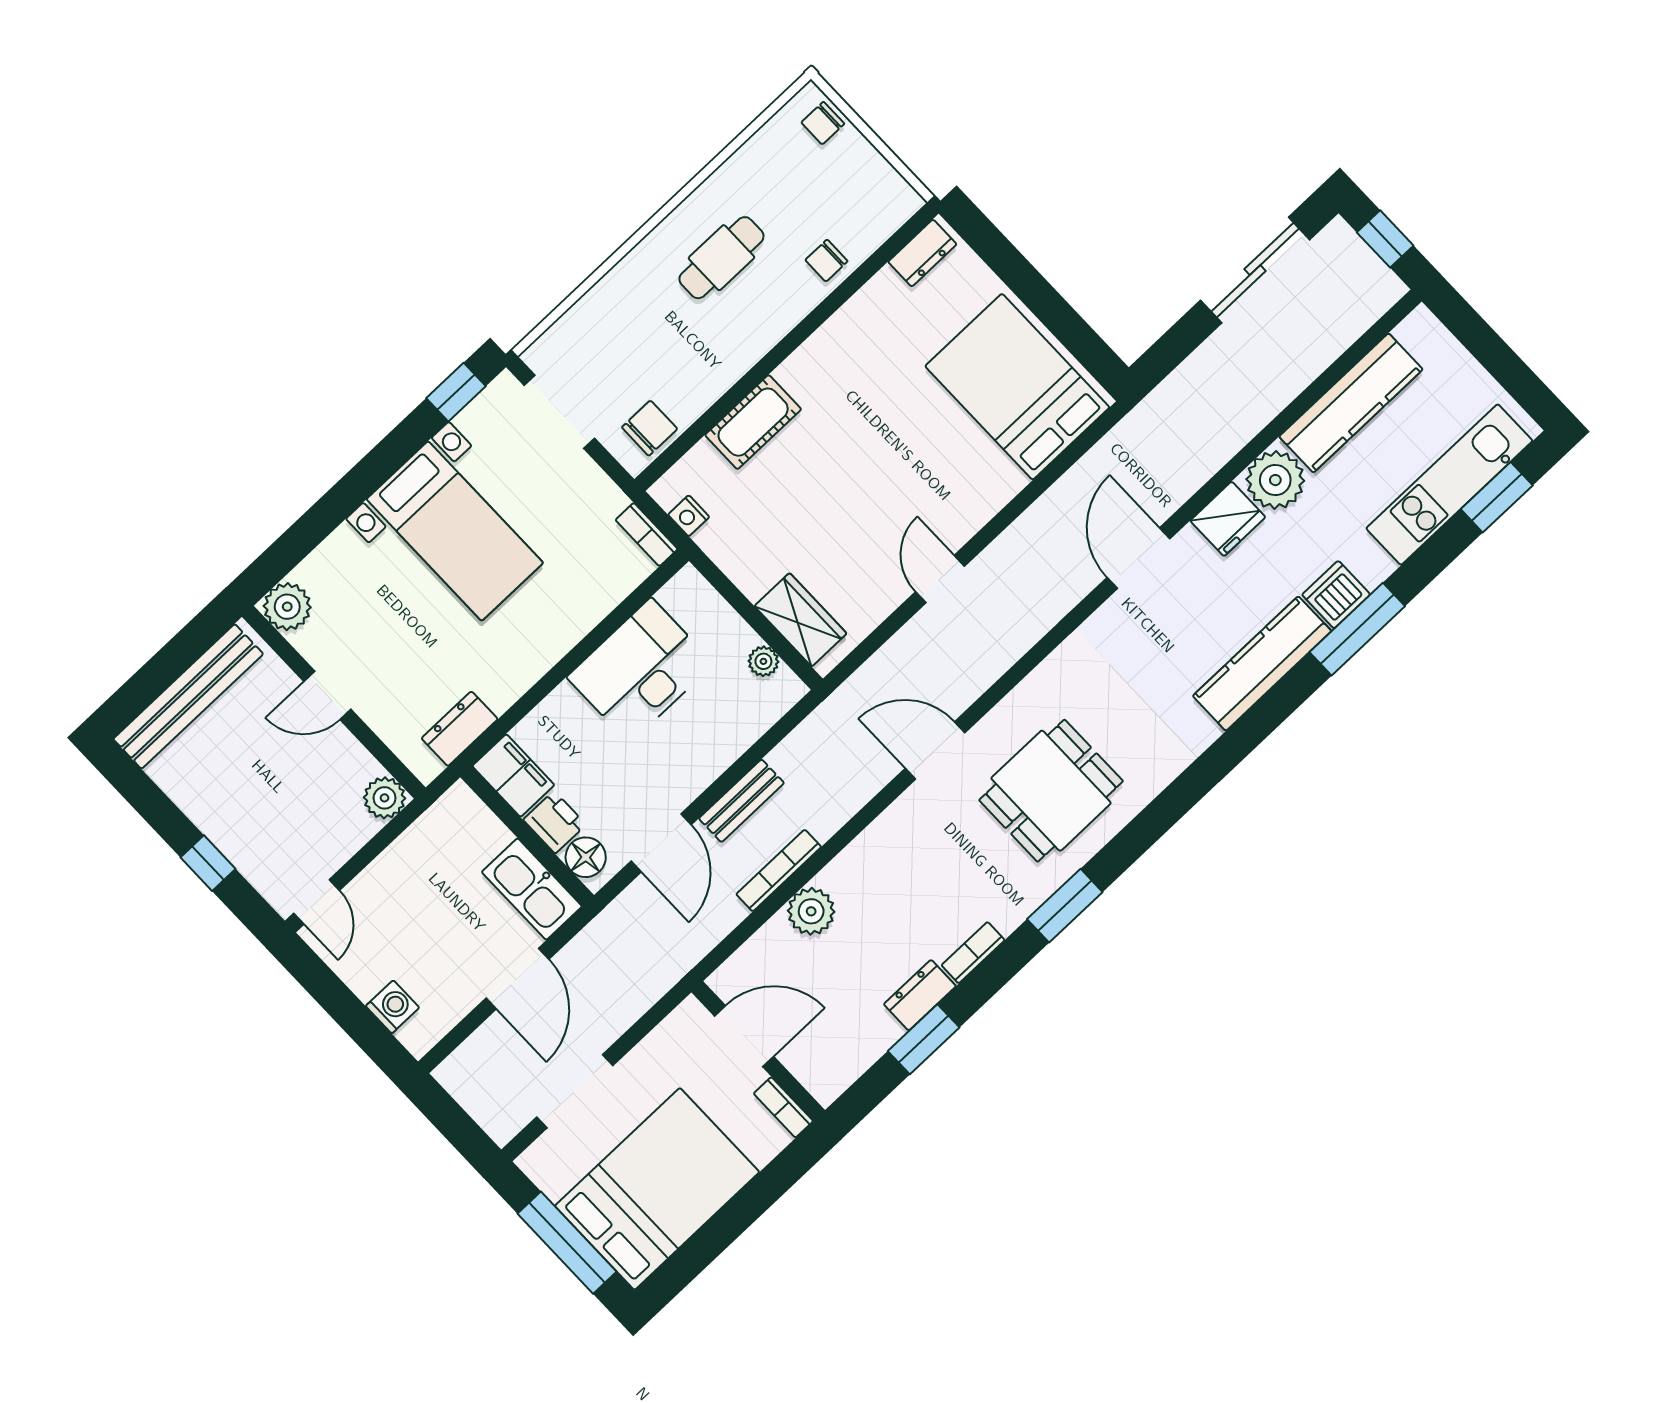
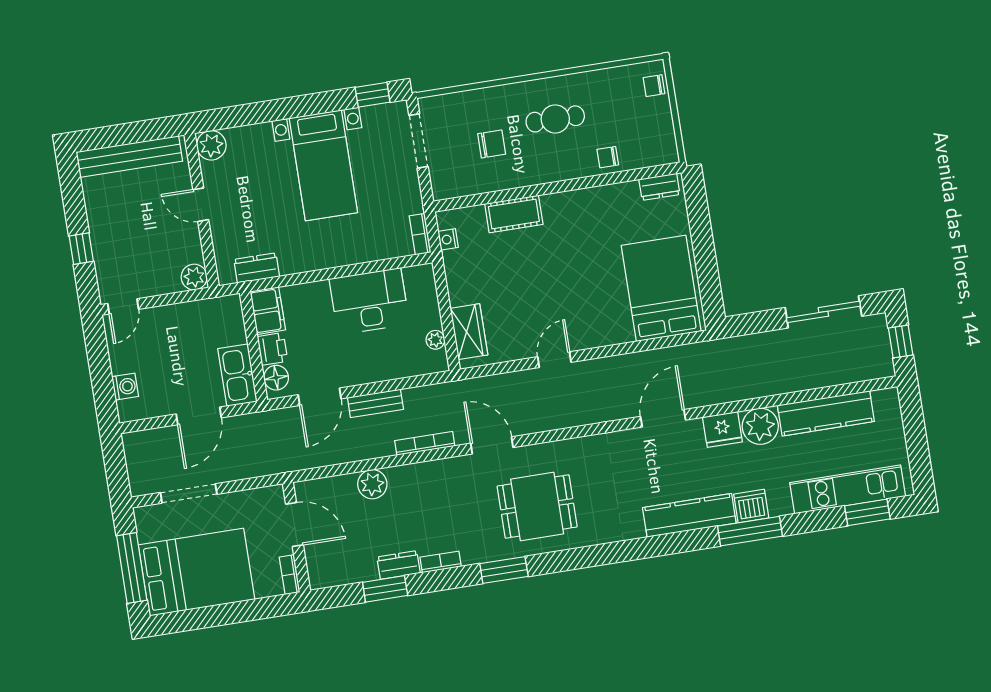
chair: (650, 428) -> (492, 144), moved
bookcase: (779, 871) -> (425, 443), moved

